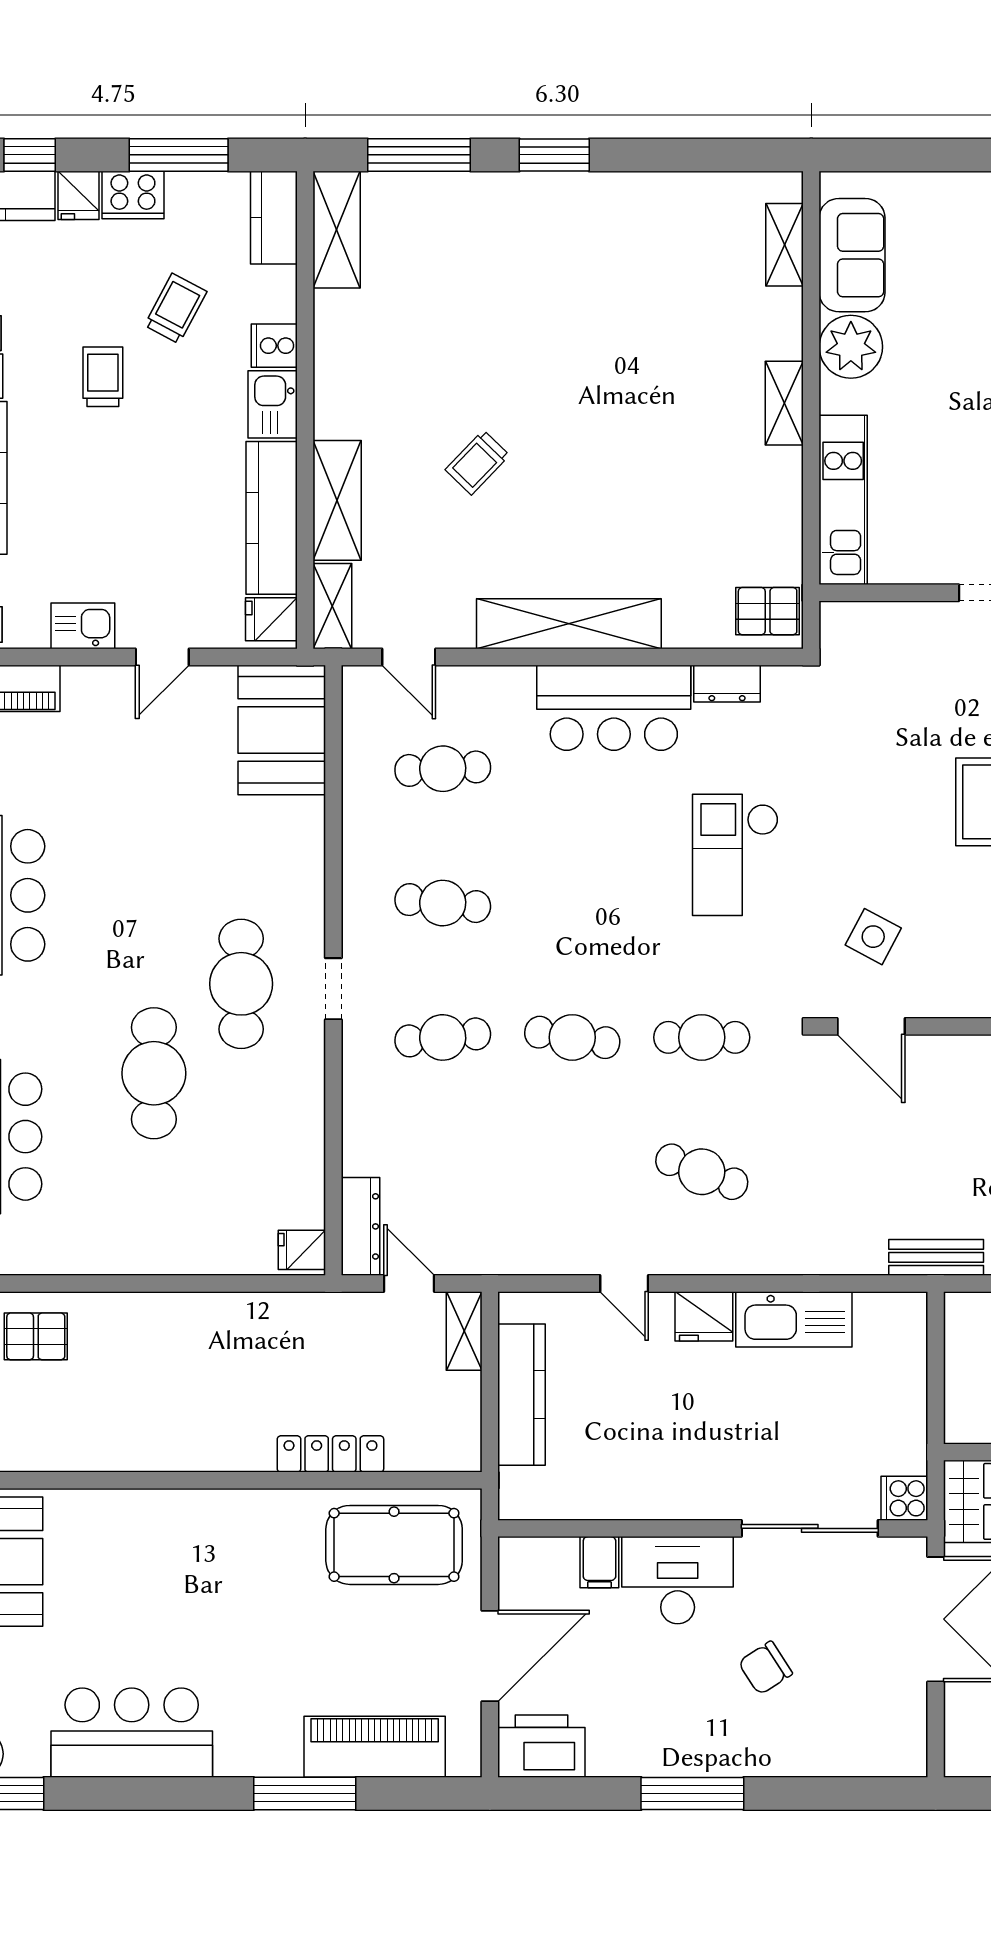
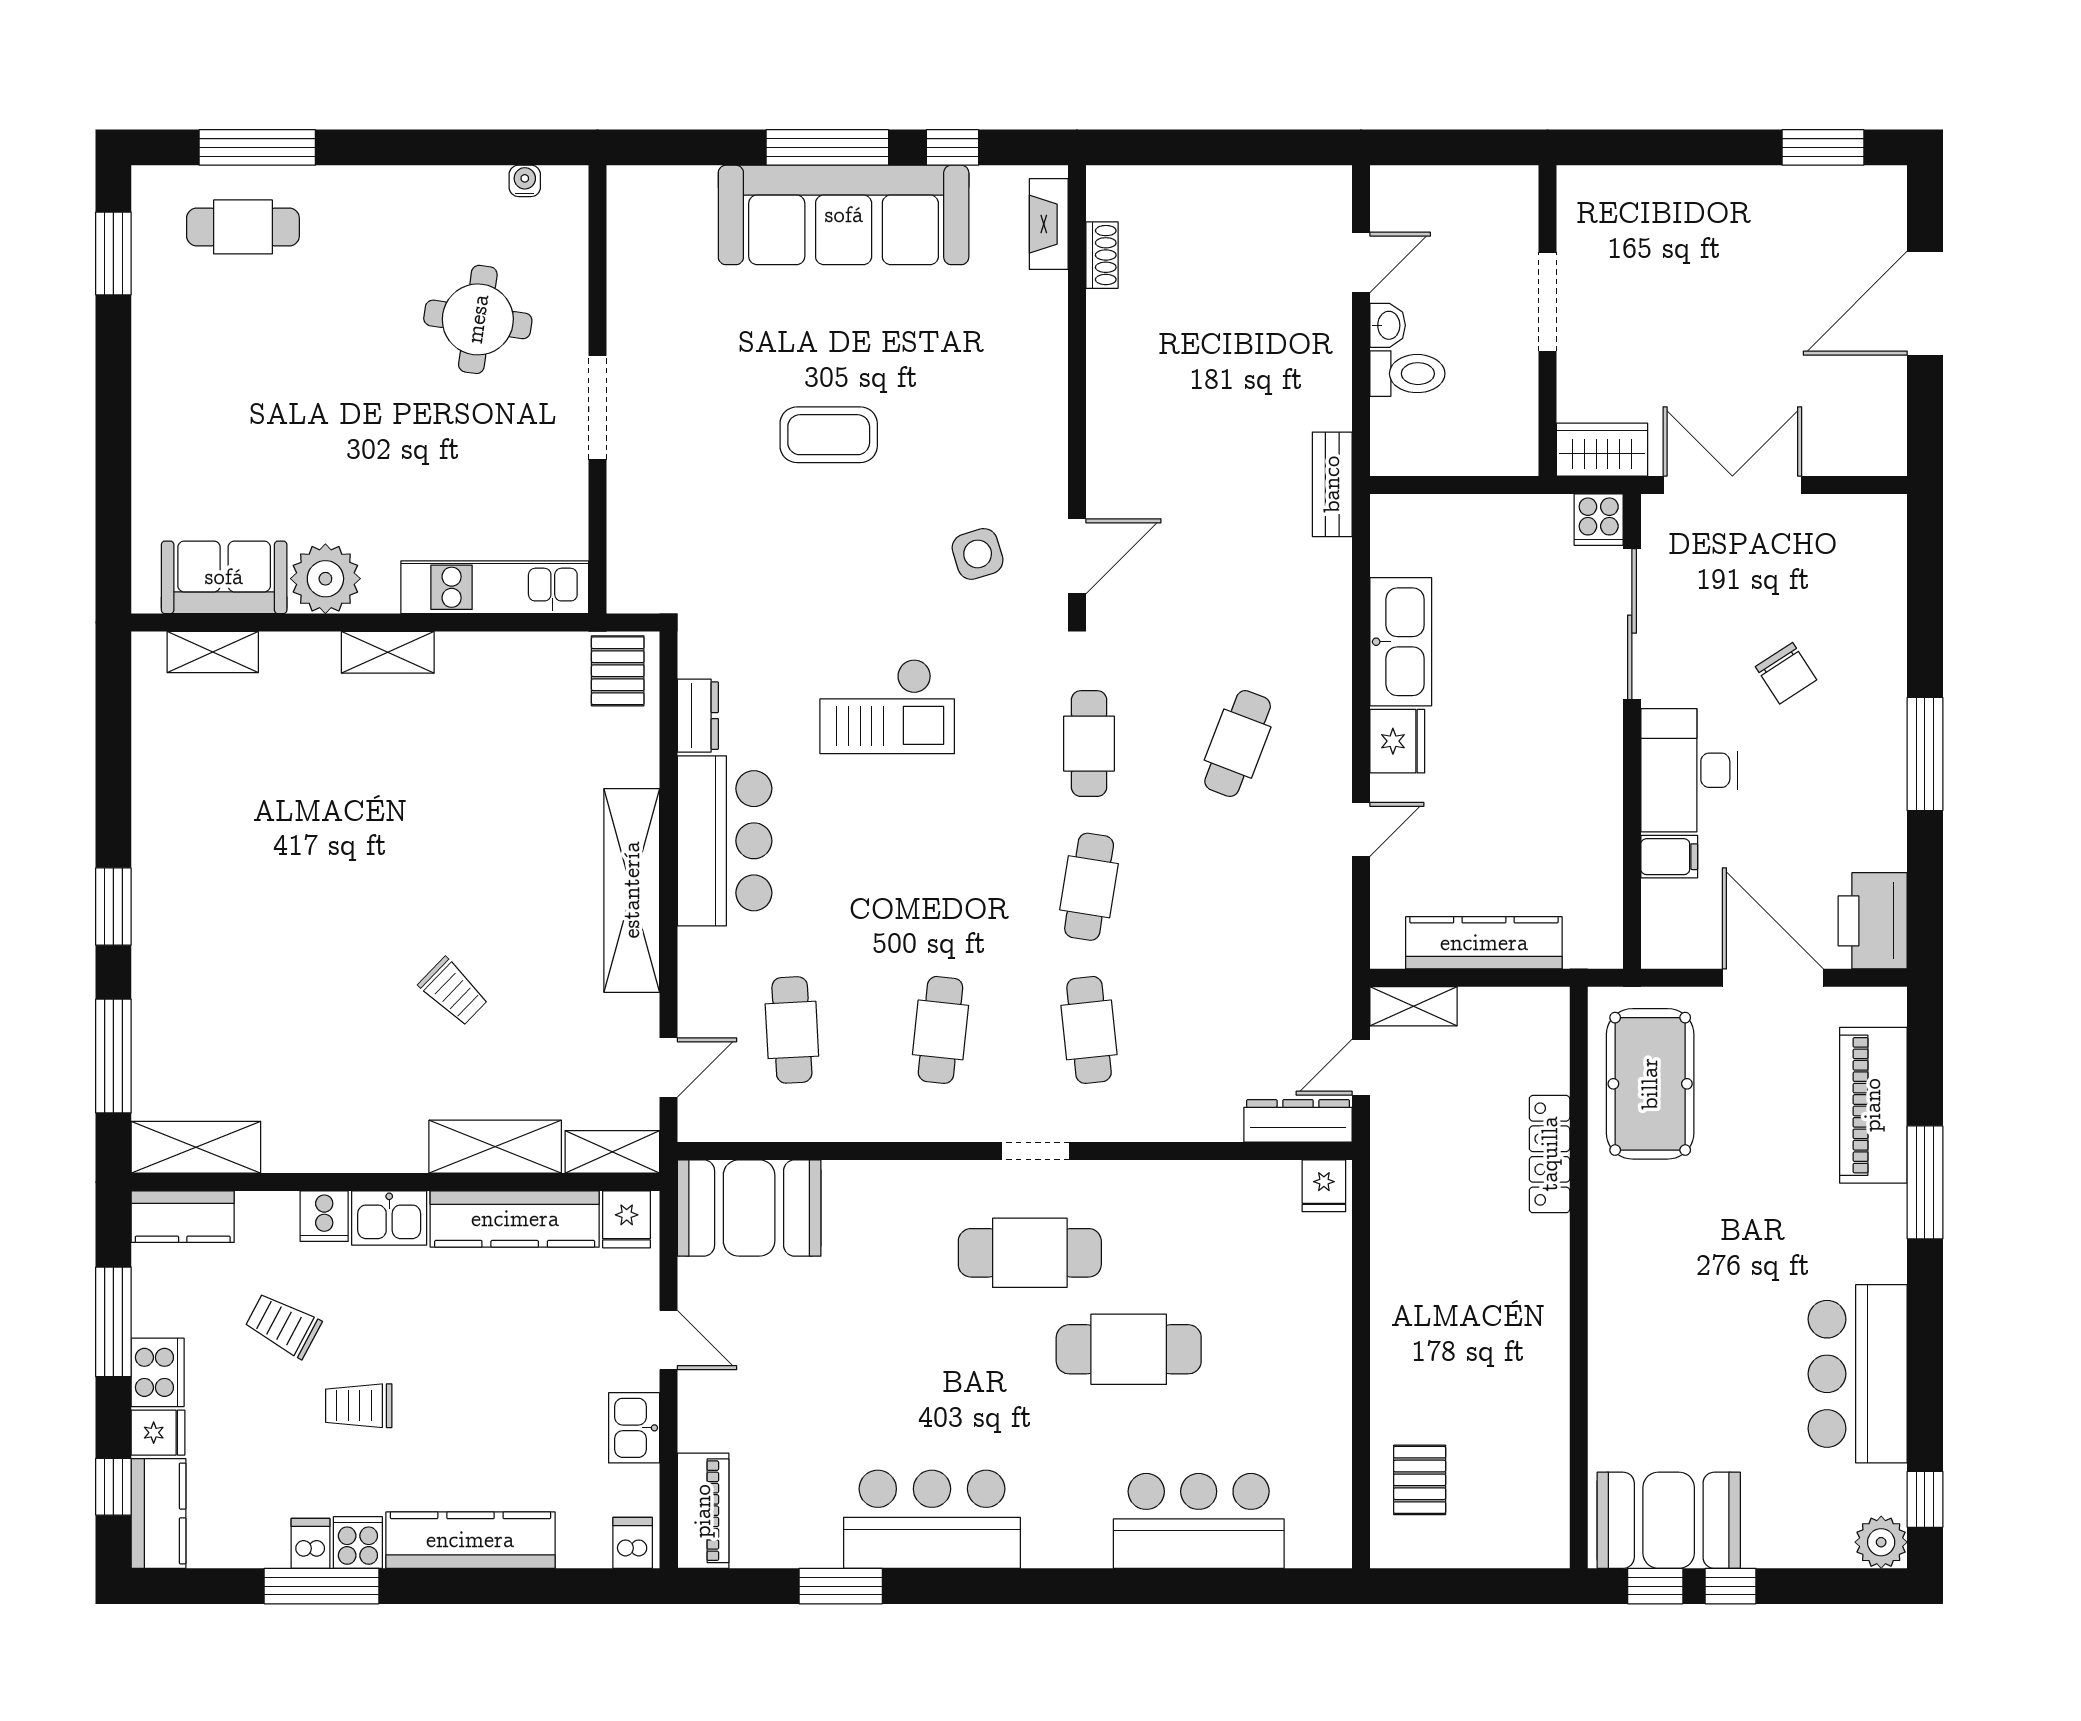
side table: (873, 937) -> (978, 554), turned 45

